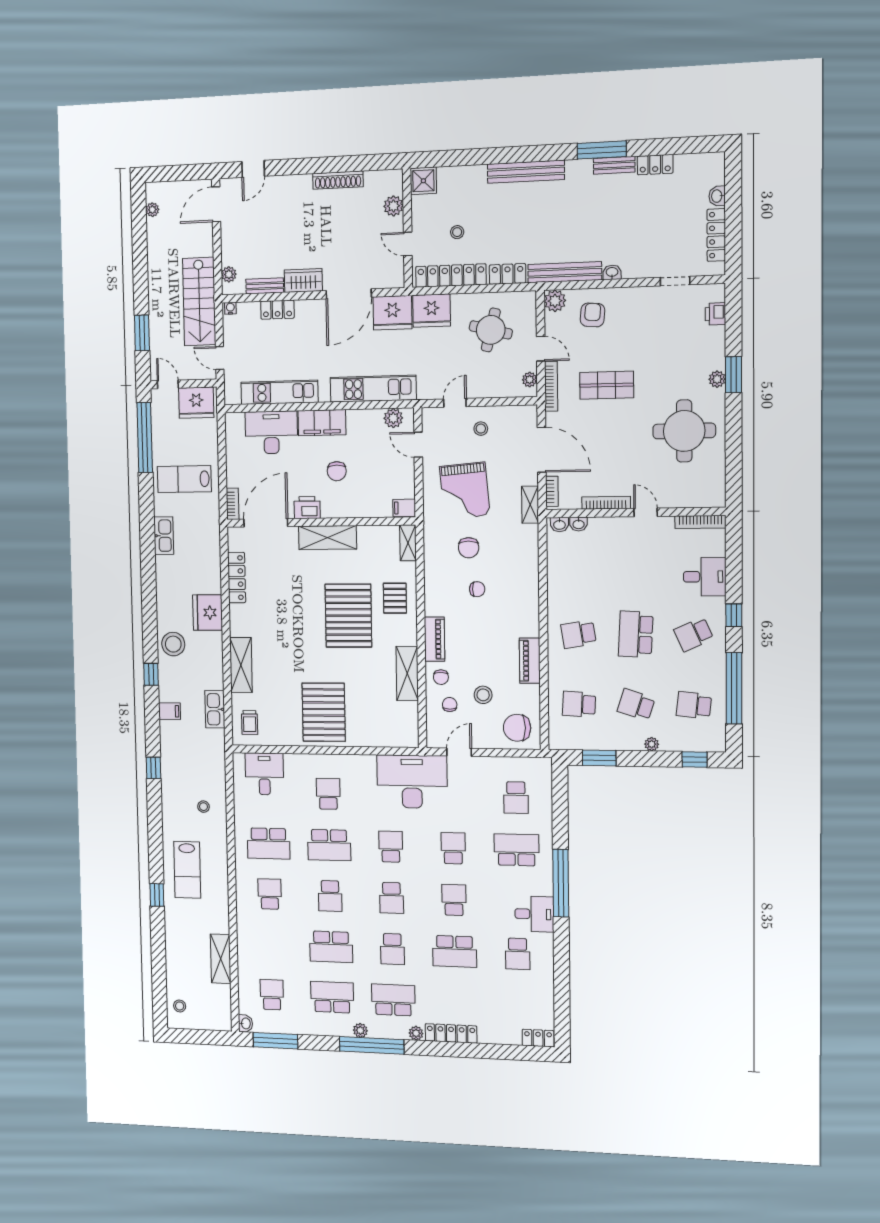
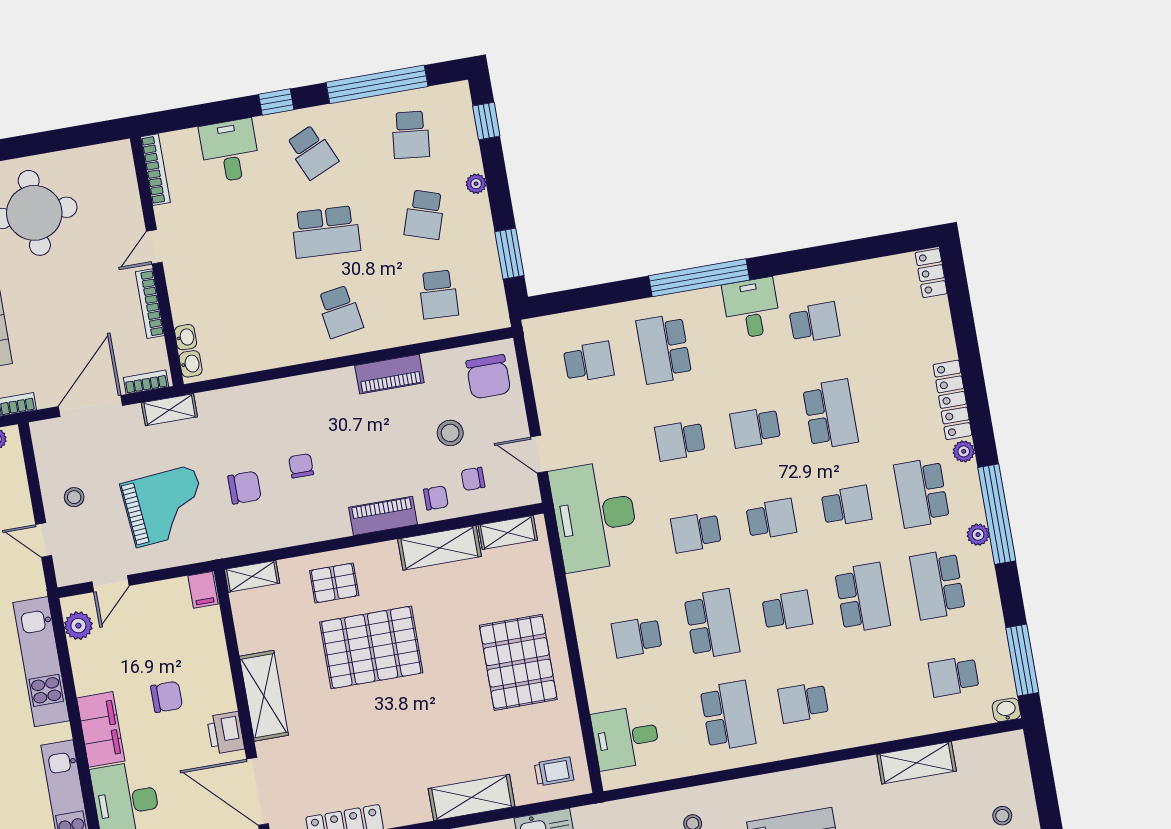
pallet: (324, 712) -> (518, 662), turned 90
shelving: (410, 721) -> (508, 533), added

